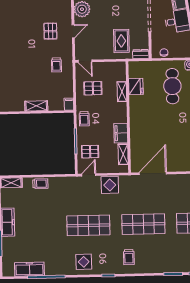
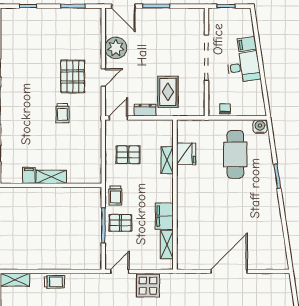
pallet: (50, 31) -> (73, 76), width x1.50, depth x1.42
dresser: (141, 54) -> (145, 110), moved
door: (85, 61) -> (118, 118), swing flipped
trolley: (56, 65) -> (62, 113), moved
filing cabinet: (69, 104) -> (29, 175), moved
pallet: (90, 152) -> (120, 223), moved
door: (153, 173) -> (229, 271), moved

